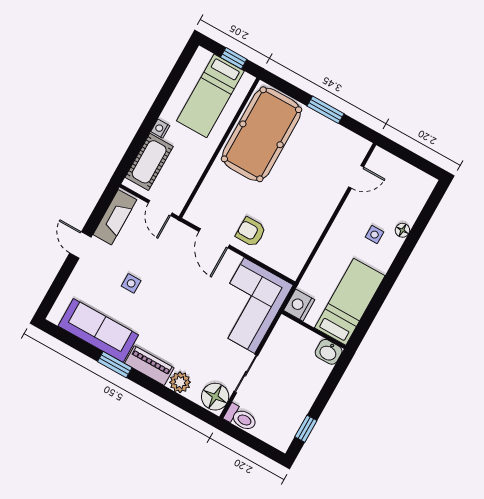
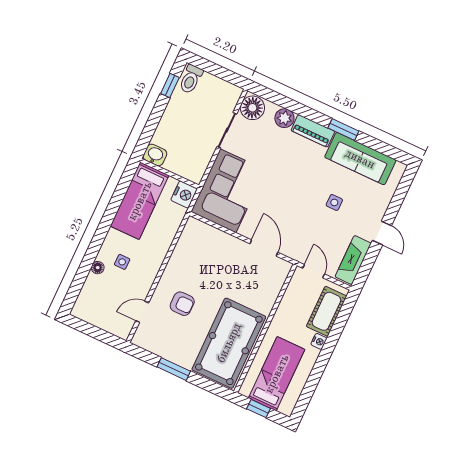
armchair: (251, 232) -> (182, 304), moved
toilet: (241, 418) -> (191, 79), moved, turned -90

